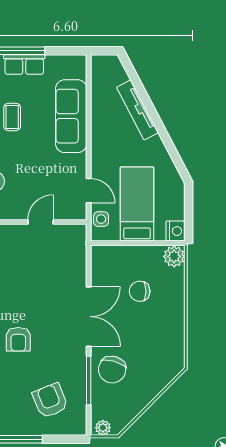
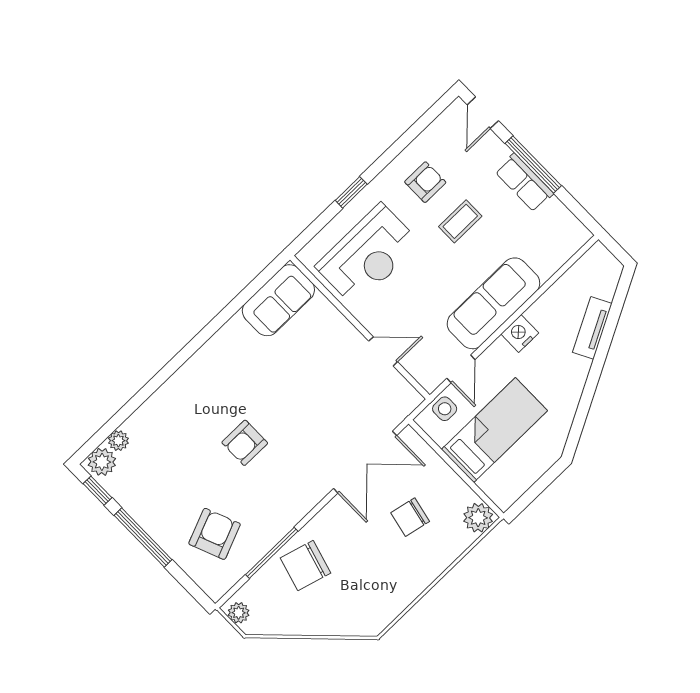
tv unit: (137, 110) -> (592, 328), width x0.71
sofa: (71, 116) -> (493, 303), moved
nightstand: (175, 231) -> (520, 333), moved, turned 180
chair: (140, 291) -> (410, 517), turned -78
double door: (89, 317) -> (365, 462), moved

